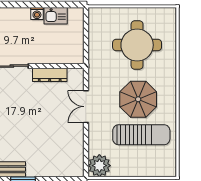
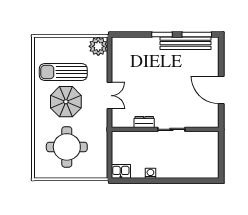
kitchen sink: (56, 16) -> (121, 171), moved
dresser: (50, 75) -> (144, 122), width x0.70

